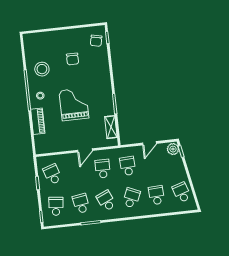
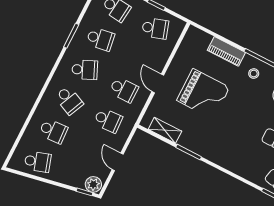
grand piano: (74, 104) -> (203, 94), moved

